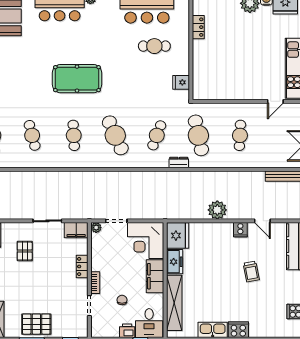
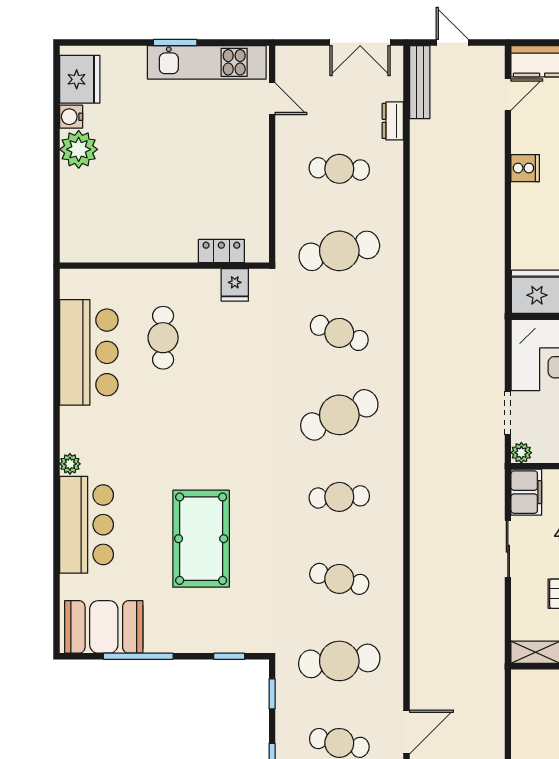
locker: (198, 27) -> (221, 251), moved
pool table: (77, 79) -> (201, 539), moved
cafe table: (32, 135) -> (339, 579), turned 30
dresser: (179, 162) -> (393, 121), moved
plant: (217, 210) -> (486, 214), removed
door: (262, 221) -> (508, 95), moved

